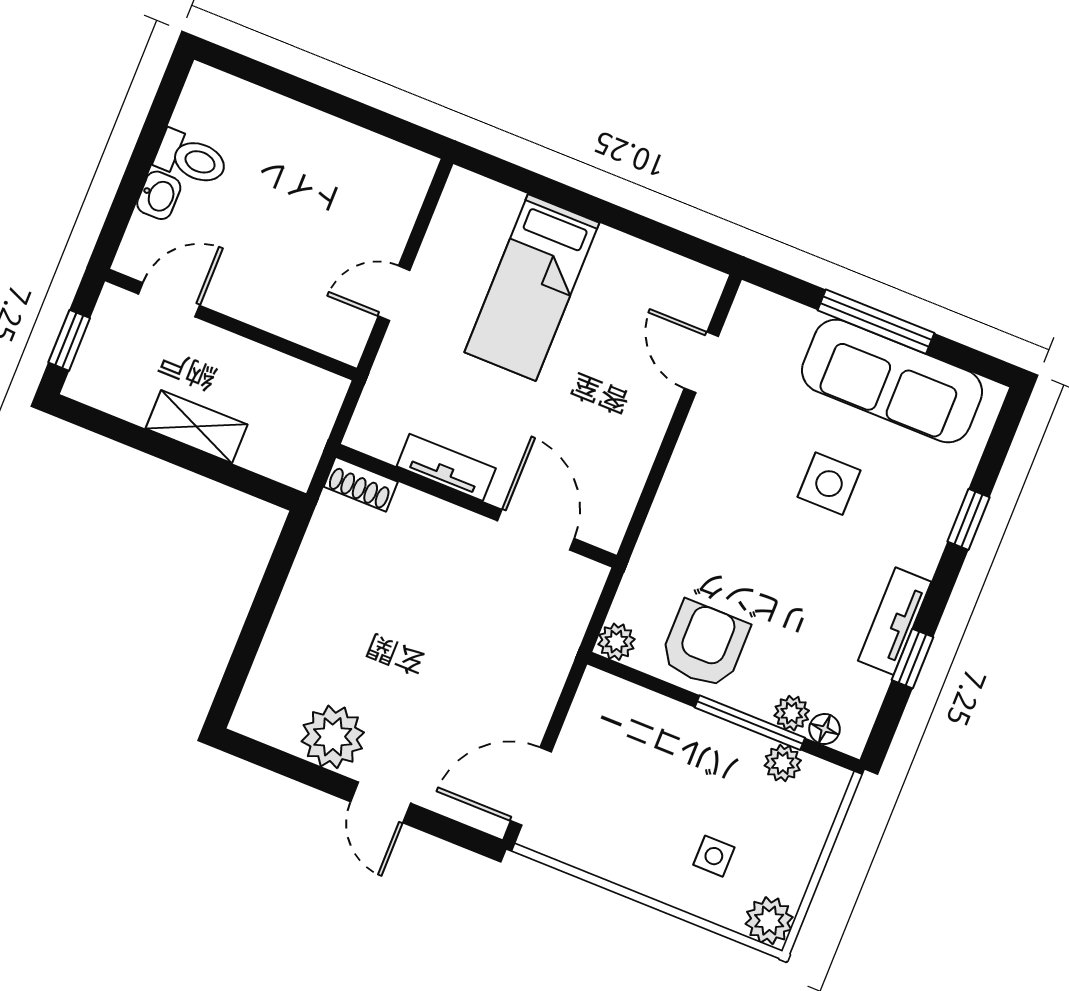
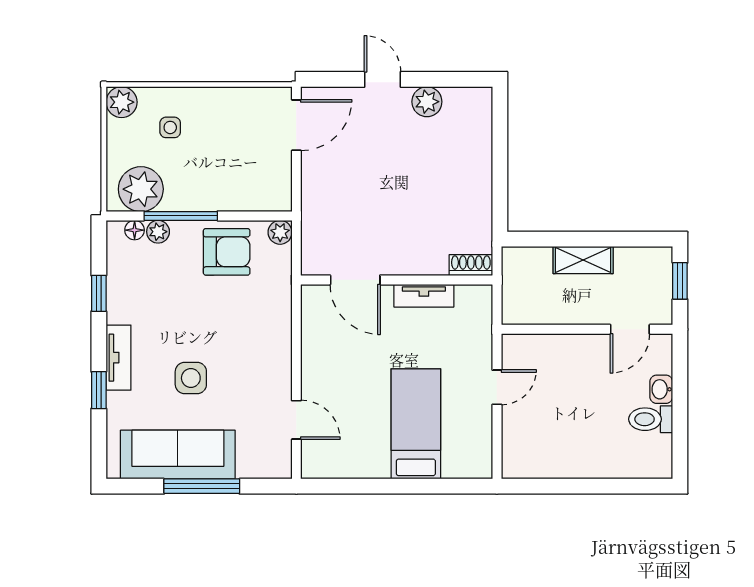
tv unit: (895, 621) -> (118, 358), moved
armchair: (705, 644) -> (227, 252), turned -90
plant: (333, 737) -> (427, 102), width x0.73, depth x0.73
plant: (783, 763) -> (141, 189), width x1.88, depth x1.88

